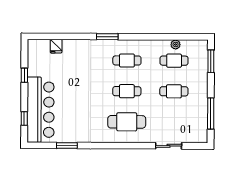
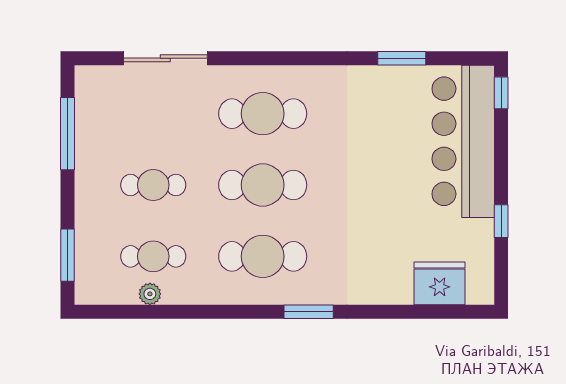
fridge: (56, 46) -> (440, 283), width x1.88, depth x1.34
cafe table: (127, 60) -> (263, 256), width x1.37, depth x1.35
cafe table: (127, 91) -> (263, 185), width x1.37, depth x1.35
window: (24, 118) -> (501, 93), moved
sliding door: (169, 146) -> (165, 58), width x1.37

